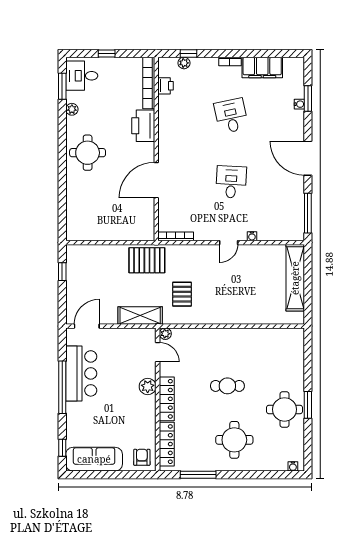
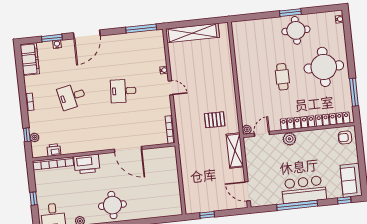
filing cabinet: (262, 67) -> (30, 59), moved
door: (308, 158) -> (87, 34), moved
pallet: (147, 260) -> (191, 150), removed
bar counter: (81, 373) -> (304, 190), moved
round table: (234, 440) -> (324, 67), width x1.36, depth x1.36
sofa: (94, 459) -> (351, 180), width x0.73

